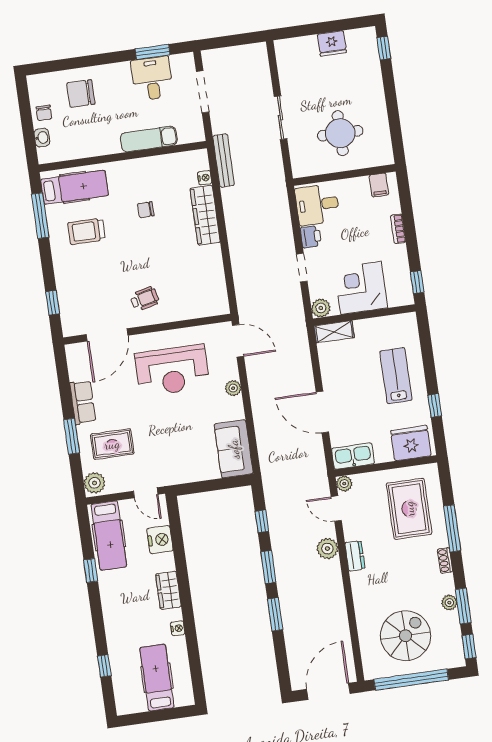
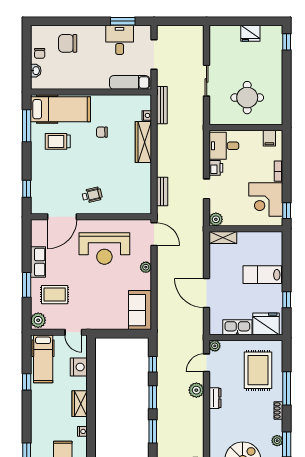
exam couch: (149, 139) -> (130, 82), moved
hospital bed: (75, 187) -> (61, 109), width x1.37, depth x1.29
bench: (241, 280) -> (162, 192), added
corner desk: (361, 288) -> (266, 199), moved, turned -90
lab bench: (396, 376) -> (262, 275), turned -90
kitchen sink: (353, 456) -> (237, 327), moved
door: (336, 509) -> (207, 363), hinge flipped

